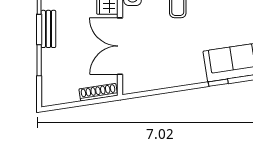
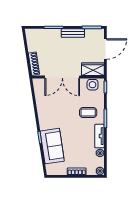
double door: (120, 46) -> (62, 77), swing flipped

